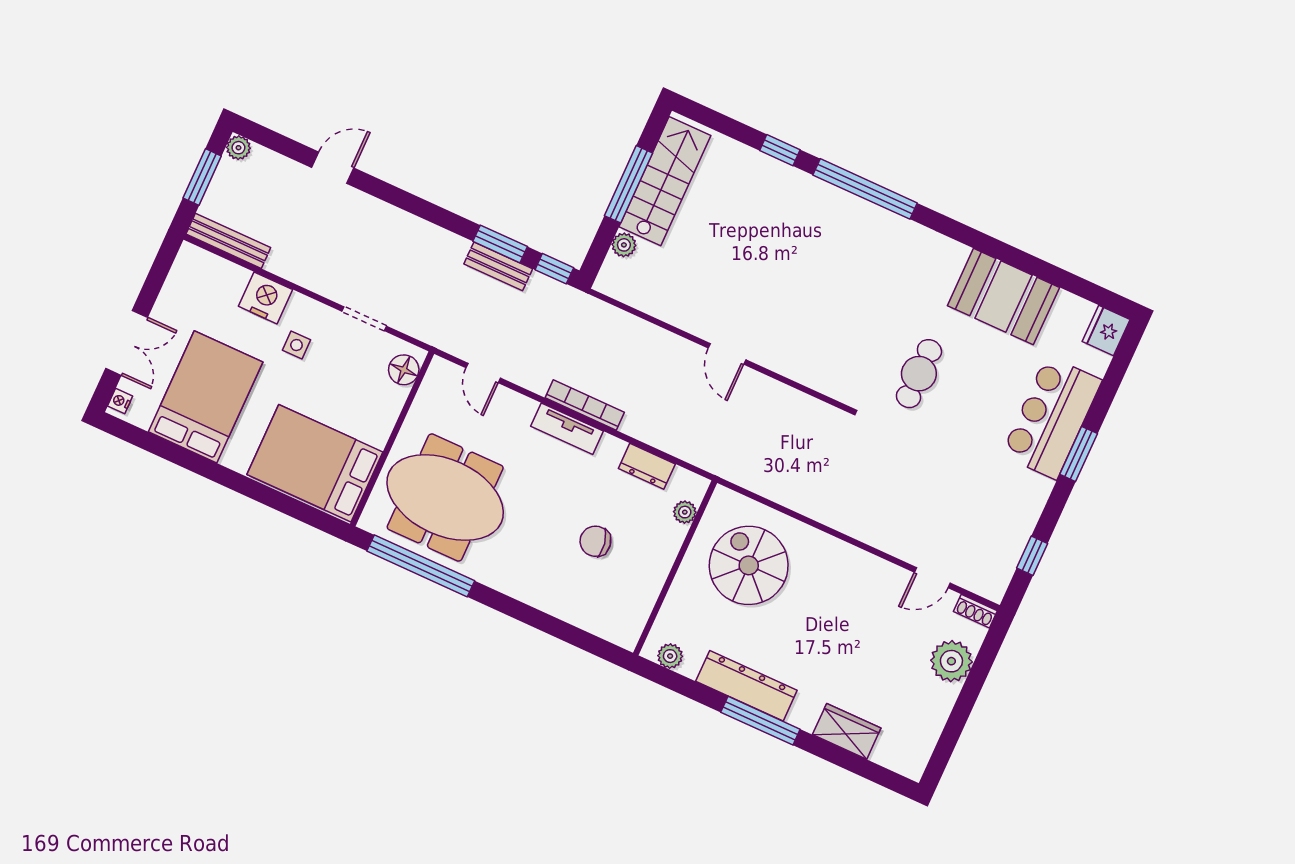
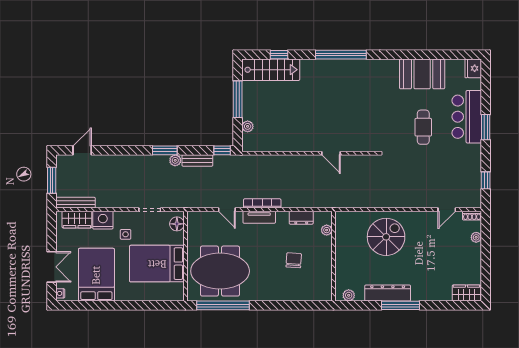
plant: (238, 148) -> (175, 160), moved
window: (780, 150) -> (279, 55), moved
door: (333, 168) -> (82, 150), moved
stairs: (665, 181) -> (271, 70), moved, turned 90
window: (500, 244) -> (165, 150), moved
wardrobe: (216, 274) -> (77, 220), added
door: (727, 354) -> (331, 153), moved
door: (483, 373) -> (227, 210), moved
cafe table: (919, 374) -> (423, 127), moved
bed: (315, 463) -> (157, 264), moved
chair: (595, 541) -> (294, 260), turned 104
spiral stairs: (749, 565) -> (386, 237), moved, turned 90
plant: (951, 661) -> (476, 237), width x0.53, depth x0.53
wardrobe: (847, 731) -> (466, 293), moved

